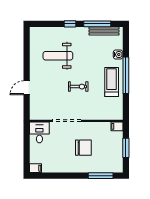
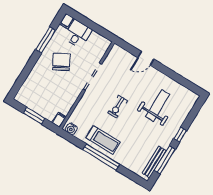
water cooler: (118, 55) -> (71, 129), moved
door: (27, 88) -> (146, 58), swing flipped
desk: (39, 132) -> (78, 34), moved, turned -90
chair: (83, 148) -> (61, 62), moved, turned 151
window: (101, 176) -> (46, 40), moved

